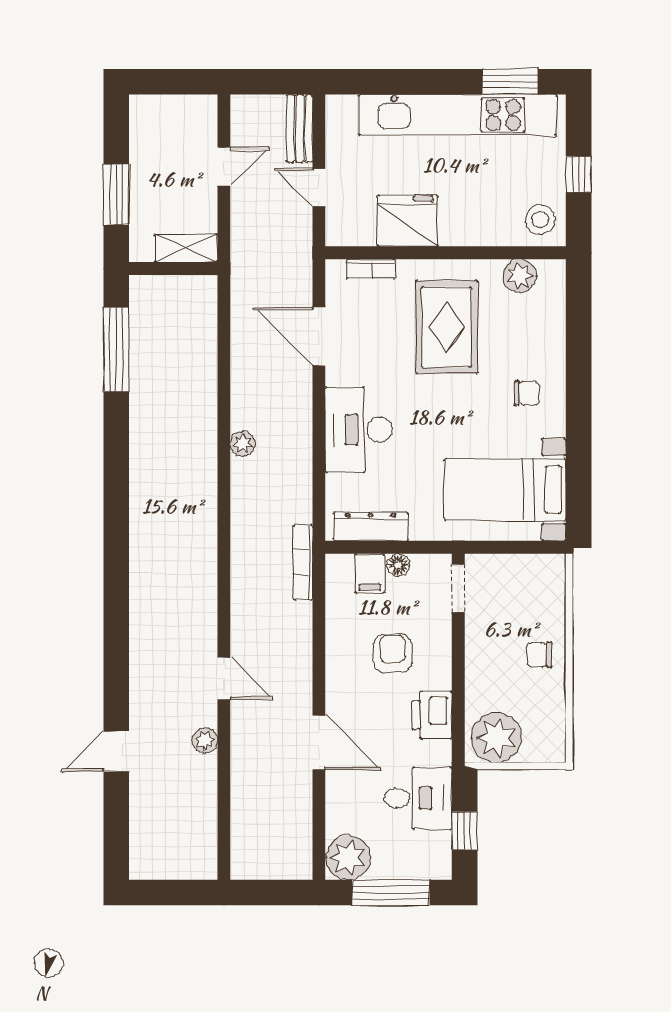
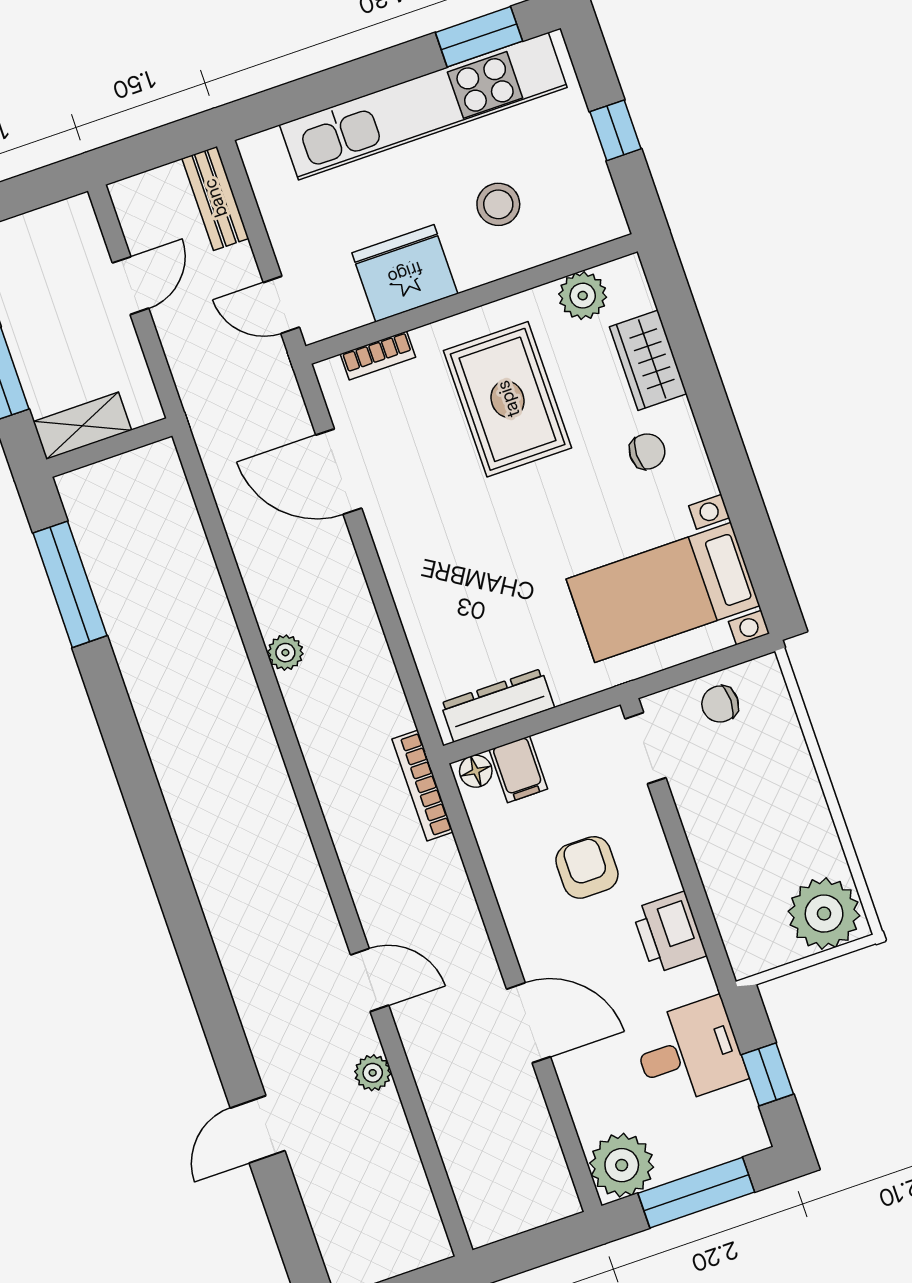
door: (319, 187) -> (281, 305), moved
stool: (540, 219) -> (498, 204), moved
shelving: (186, 248) -> (82, 426), moved
wardrobe: (548, 333) -> (648, 360), added
desk: (359, 430) -> (436, 579), removed
floor lamp: (398, 565) -> (476, 771), moved
chair: (539, 655) -> (720, 704), moved
plant: (497, 738) -> (824, 914), moved

